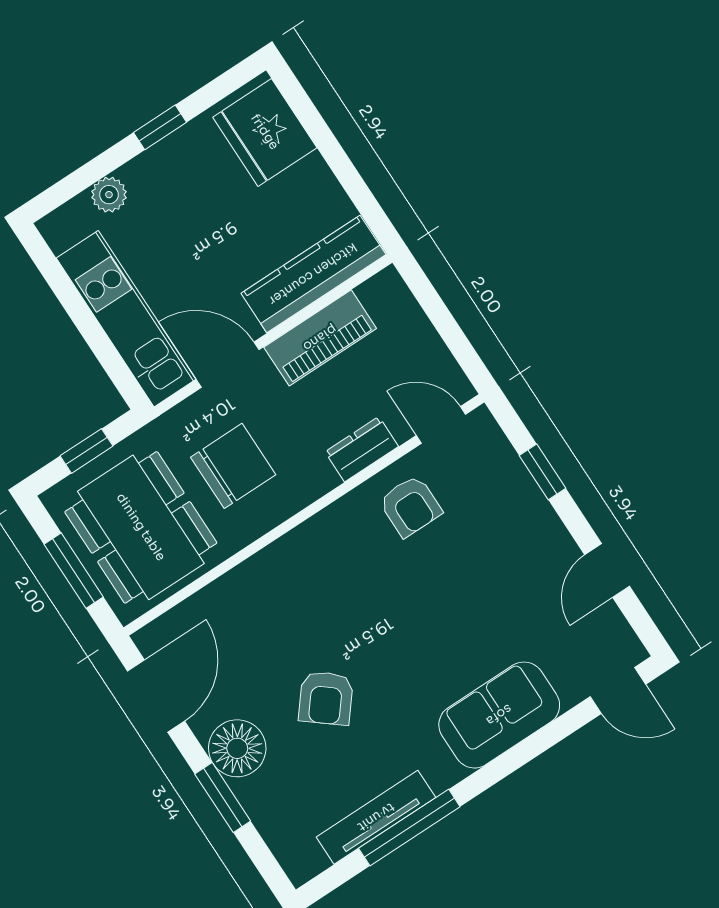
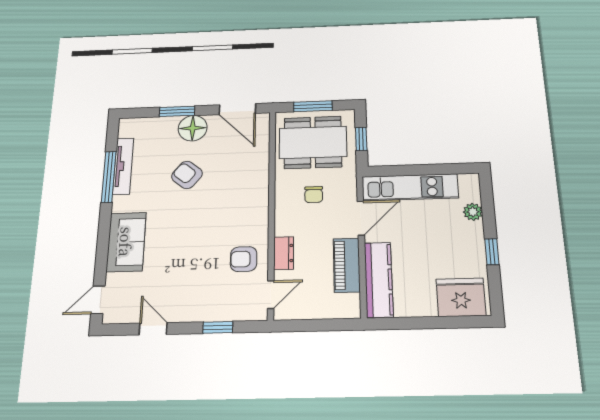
chair: (233, 466) -> (314, 195), width x0.54, depth x0.54

